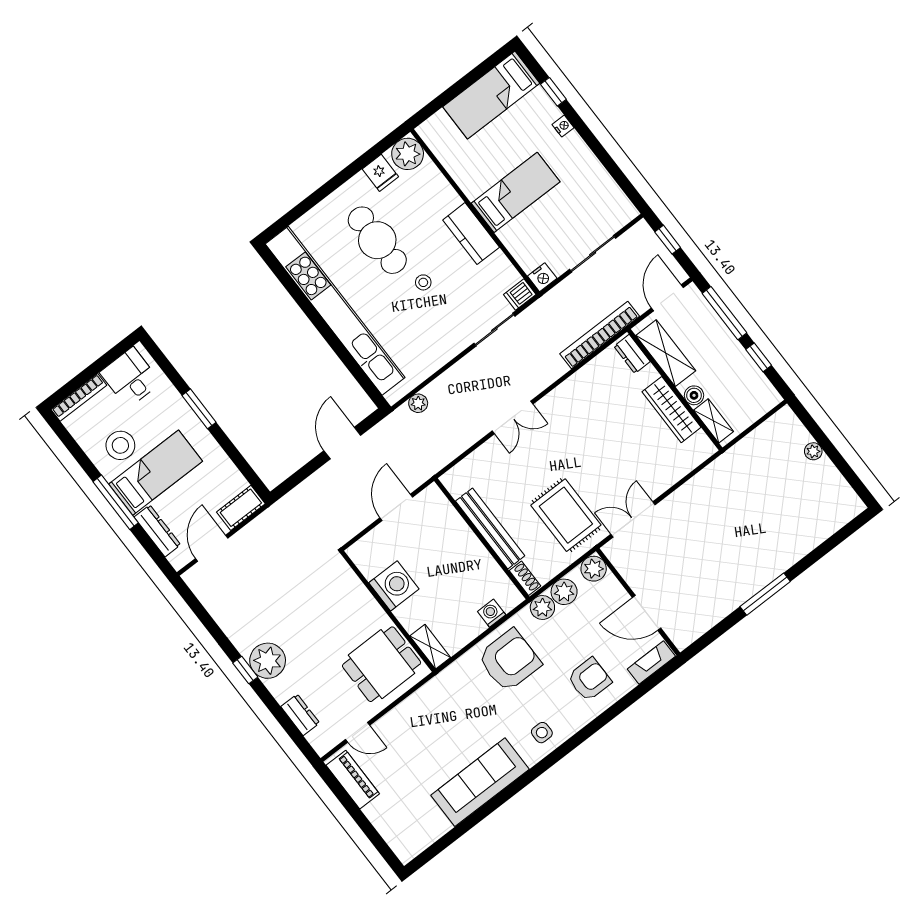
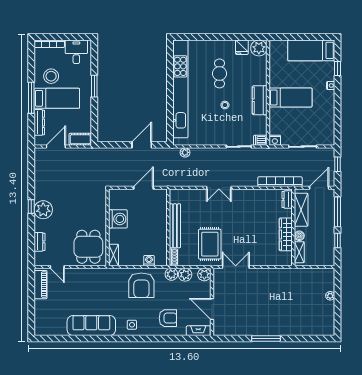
cafe table: (377, 240) -> (220, 73), width x0.73, depth x0.74
armchair: (509, 660) -> (141, 285), turned 90
dining table: (382, 664) -> (88, 247), turned 90

